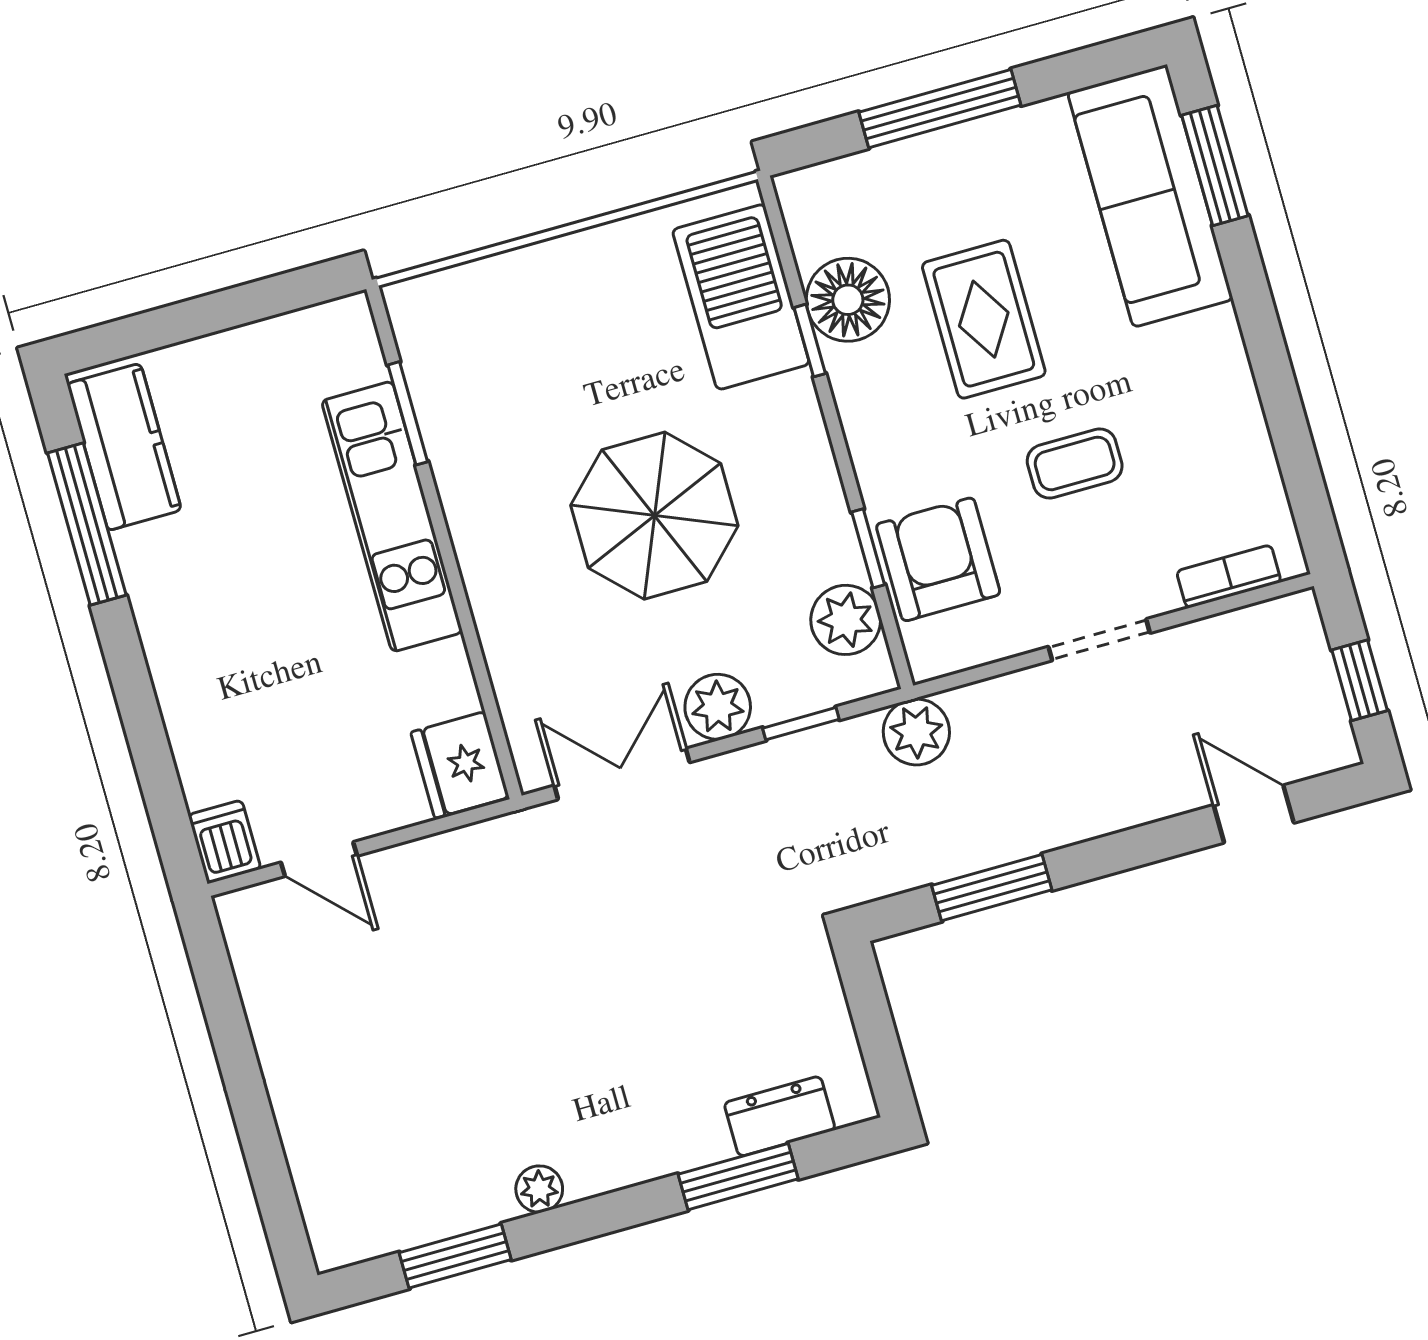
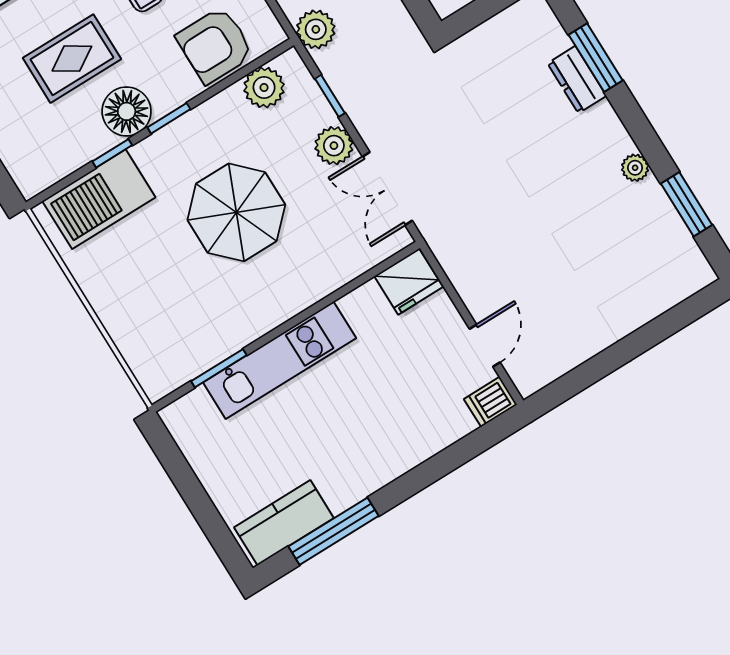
floor lamp: (848, 300) -> (127, 111), moved
window: (868, 548) -> (169, 118), moved
dresser: (780, 1116) -> (577, 80), moved

